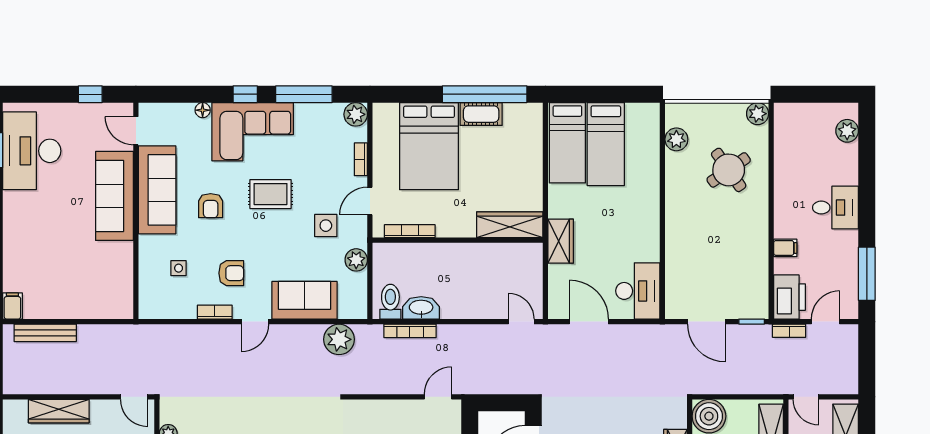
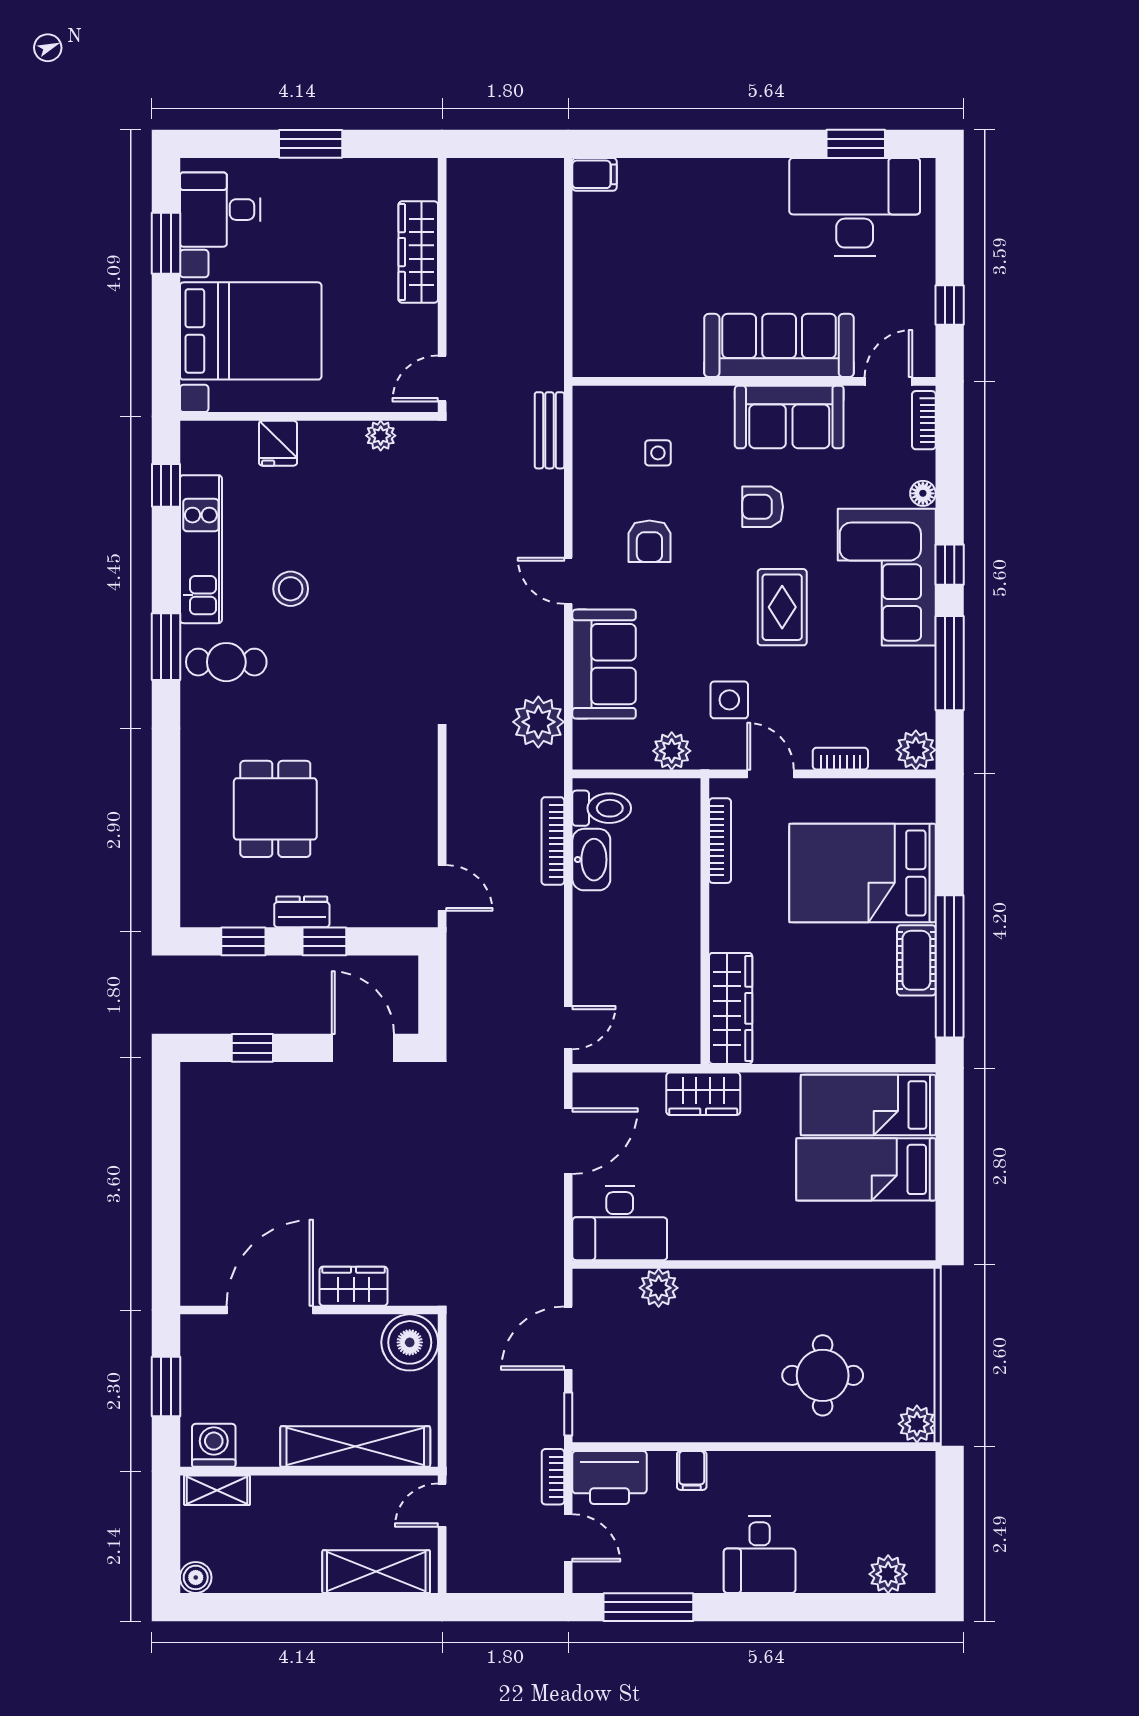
plant: (676, 139) -> (659, 1288), moved
round table: (729, 170) -> (823, 1375), turned 35
sofa: (157, 190) -> (789, 417), width x0.73
bookcase: (215, 312) -> (924, 420), moved, turned 180
bench: (45, 333) -> (549, 430), moved, width x0.73

